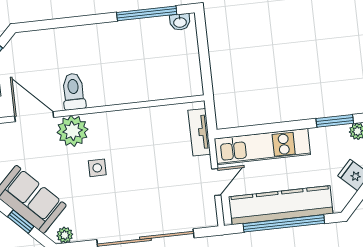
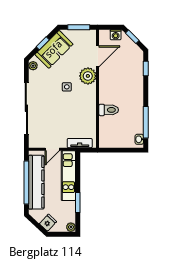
window: (47, 24) -> (146, 69), added
toilet: (74, 92) -> (109, 110), moved
window: (335, 121) -> (78, 202), moved
door: (216, 182) -> (52, 149), hinge flipped

